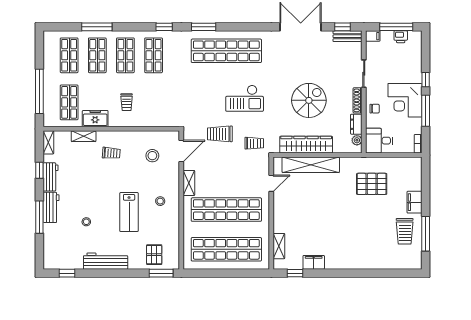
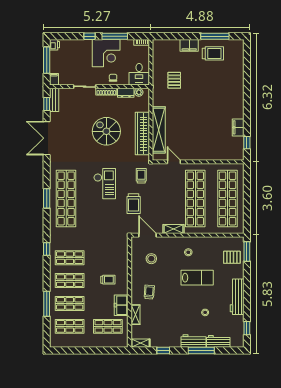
window: (204, 27) -> (47, 198), moved
printer: (401, 37) -> (55, 45), moved
window: (39, 91) -> (99, 351), removed
workbench: (51, 177) -> (218, 341), moved
pallet: (372, 184) -> (174, 80), width x0.67, depth x0.71
shelving: (279, 246) -> (225, 156), removed

